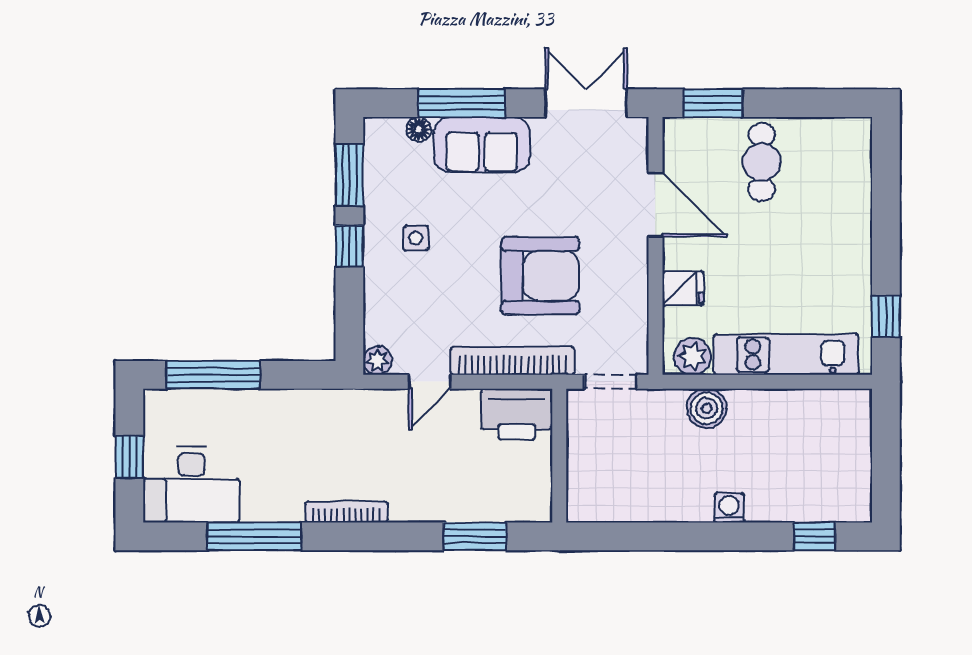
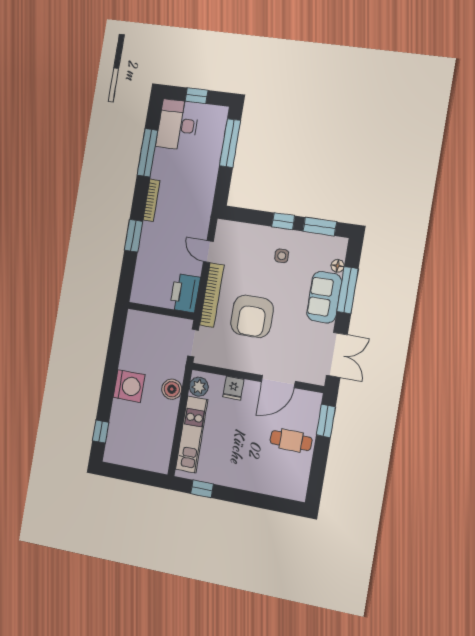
plant: (378, 360) -> (223, 227), removed
washing machine: (729, 508) -> (129, 386), width x1.89, depth x1.89
window: (475, 536) -> (134, 236), moved

